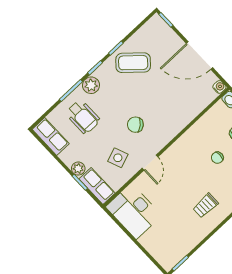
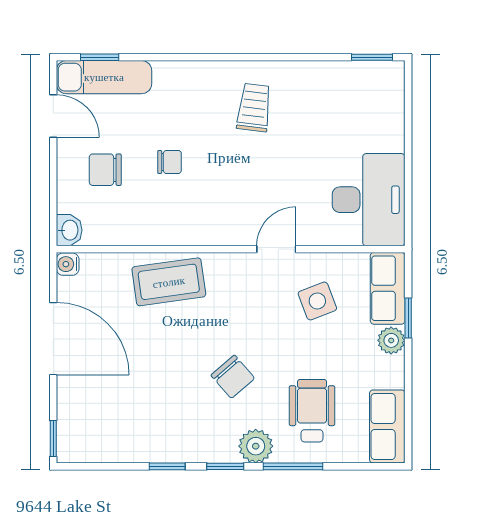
coffee table: (133, 63) -> (169, 282), moved, turned -50
chair: (135, 125) -> (233, 377), moved
trolley: (206, 206) -> (254, 108), turned -83

